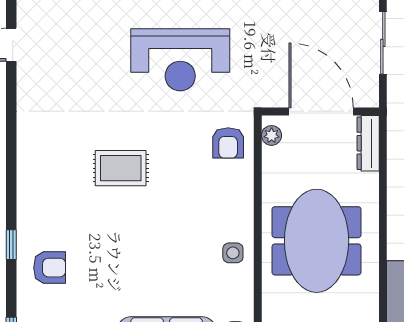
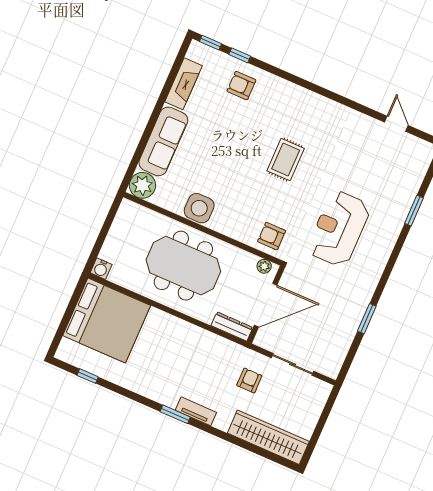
window: (11, 245) -> (240, 55), moved
side table: (233, 253) -> (199, 208), width x1.87, depth x1.87
armchair: (50, 268) -> (241, 86), turned 90

